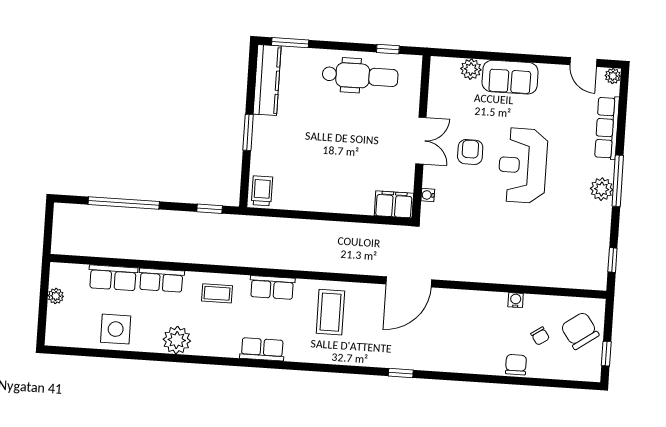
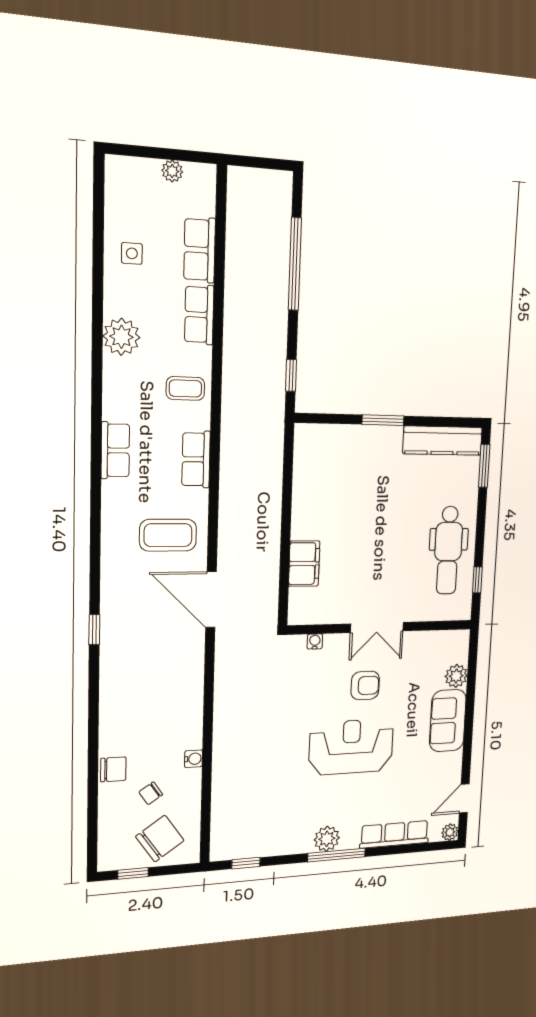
trolley: (262, 191) -> (315, 441), removed
filing cabinet: (394, 204) -> (304, 564), moved
door: (409, 282) -> (211, 600), moved
coffee table: (217, 293) -> (185, 388), turned 90
side table: (116, 329) -> (132, 253), width x0.54, depth x0.54

